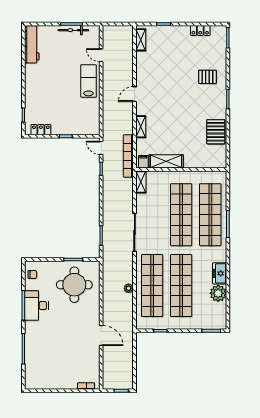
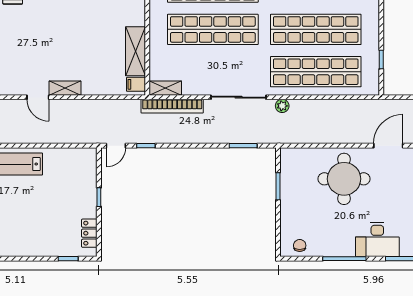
shelving: (141, 127) -> (65, 88), moved
bookcase: (128, 156) -> (172, 106), moved
round table: (74, 285) -> (344, 179), moved
plant: (129, 288) -> (282, 106), moved
desk: (36, 305) -> (377, 240), moved

